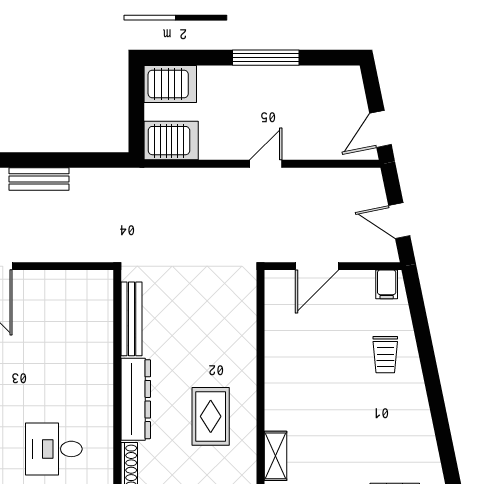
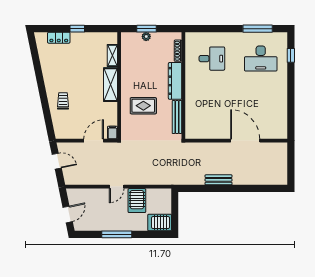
door: (380, 129) -> (68, 214), moved
server rack: (171, 141) -> (137, 201), moved, turned -90
filing cabinet: (387, 284) -> (112, 132), moved
shelving: (280, 391) -> (111, 85), added
rug: (211, 416) -> (143, 106), moved, turned 90

